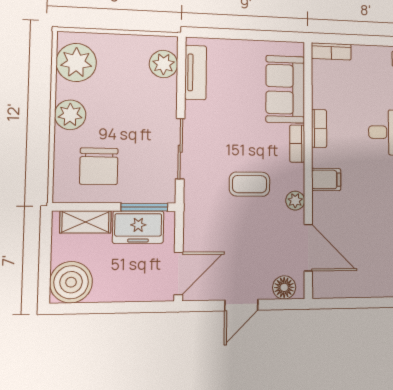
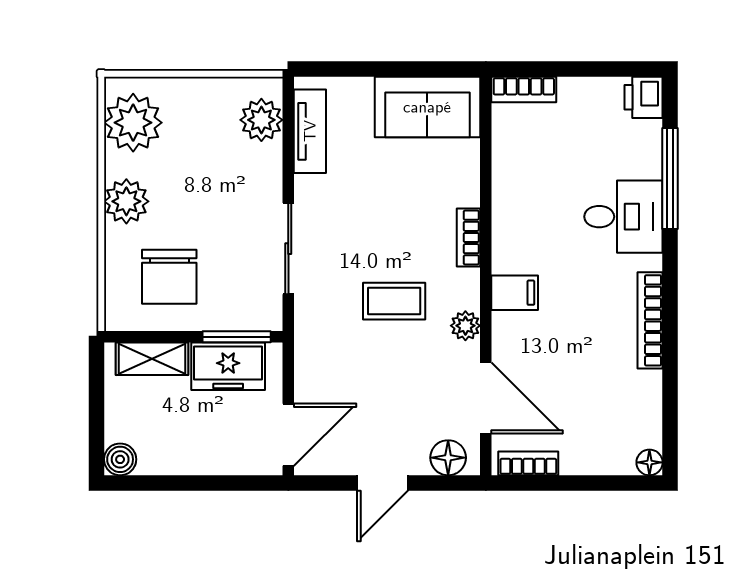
sofa: (285, 89) -> (427, 107), moved, turned -90
bookcase: (319, 128) -> (528, 463), moved, turned -90
boiler: (71, 282) -> (120, 459), width x0.54, depth x0.54

